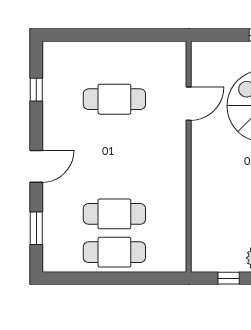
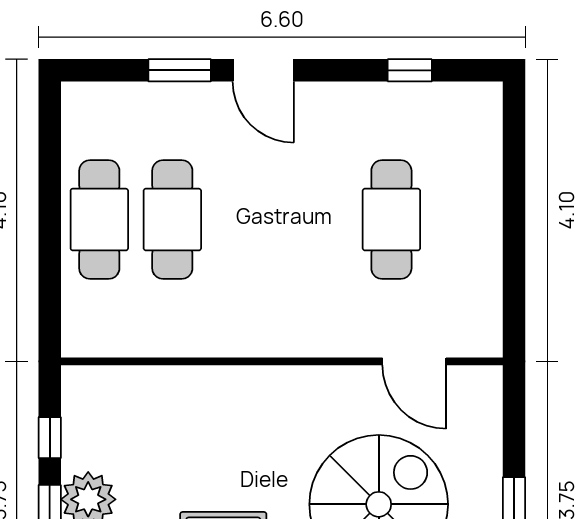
door: (189, 104) -> (414, 361), moved
window: (36, 228) -> (180, 70), moved

